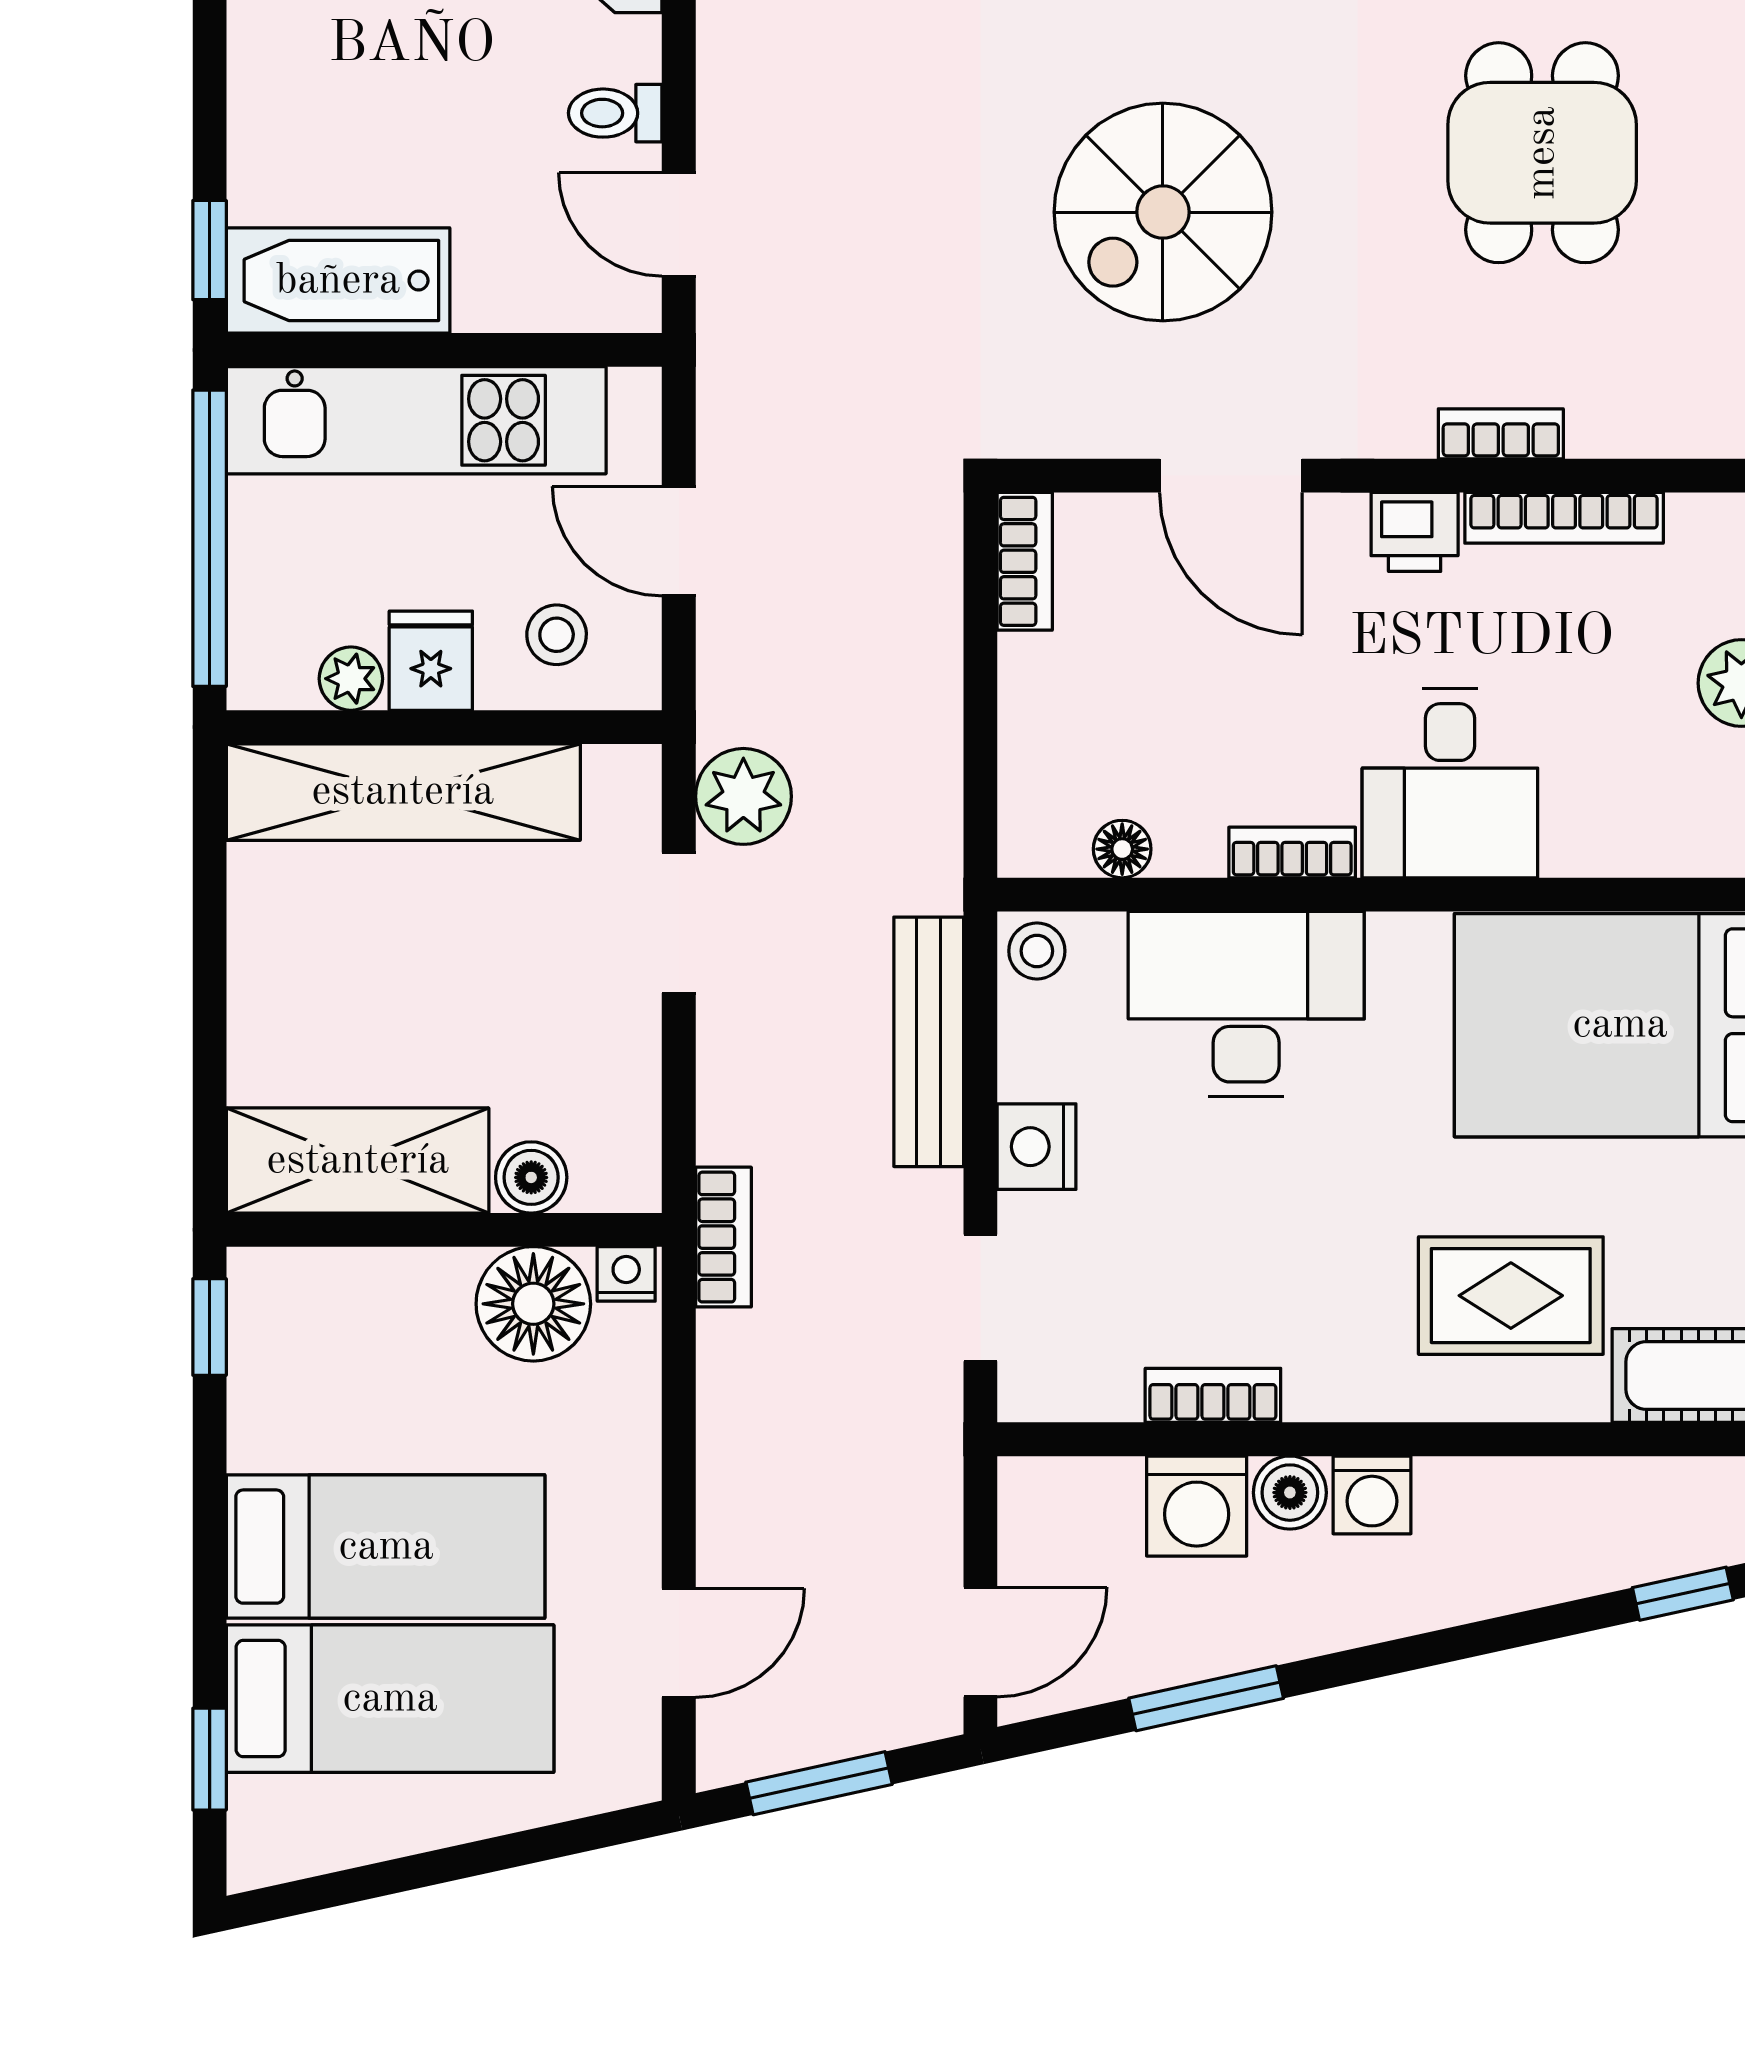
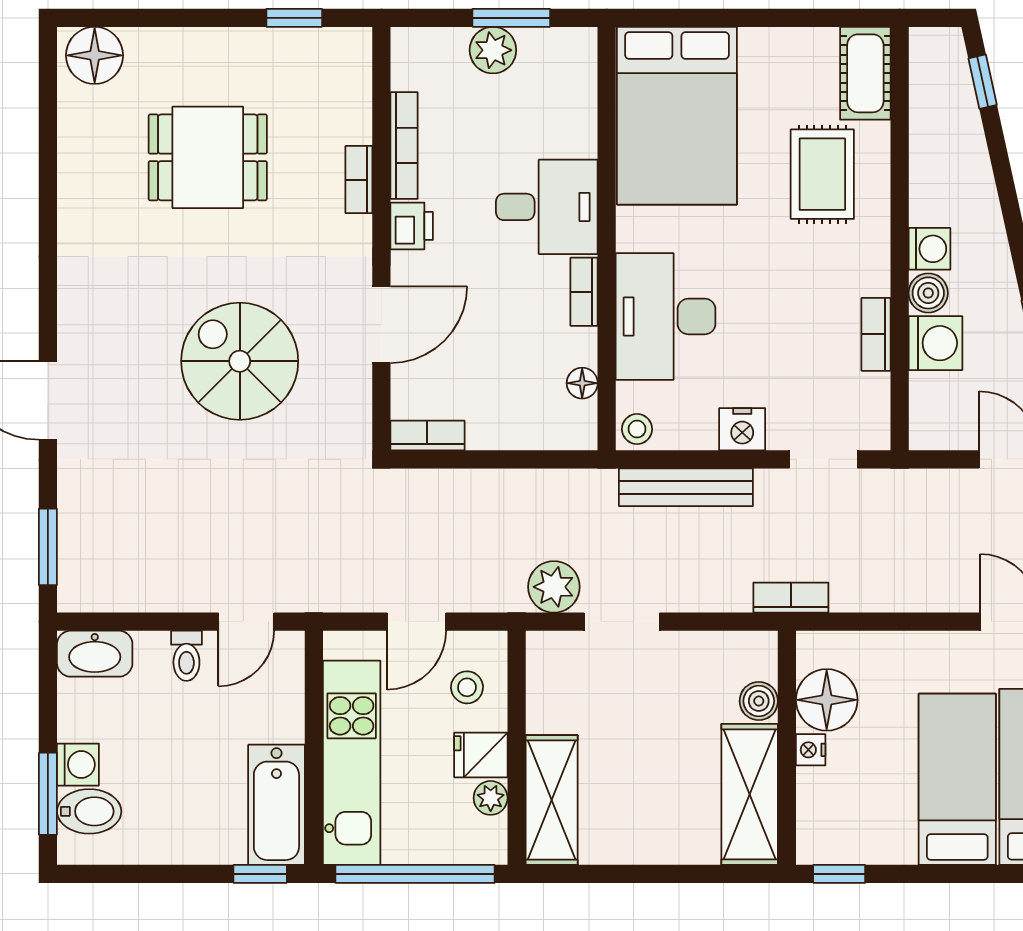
spiral stairs: (1163, 212) -> (240, 361), turned 180
shelving: (403, 792) -> (552, 800), width x0.68
nightstand: (626, 1274) -> (811, 750), moved

